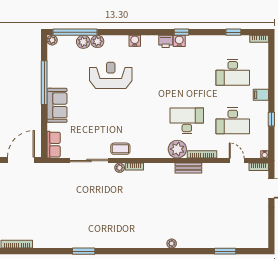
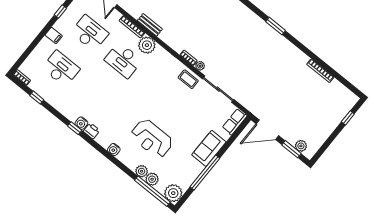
plant: (52, 40) -> (173, 193), width x1.88, depth x1.88

